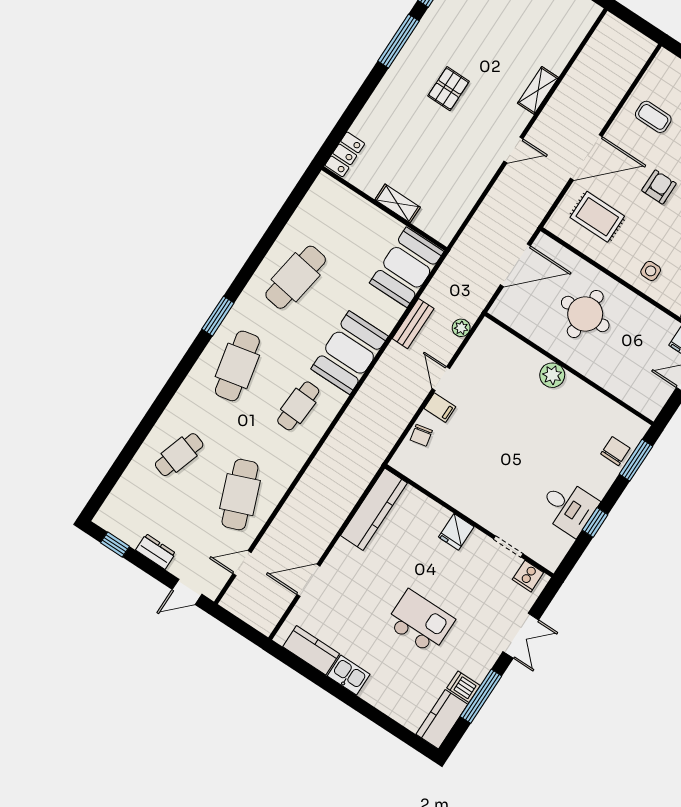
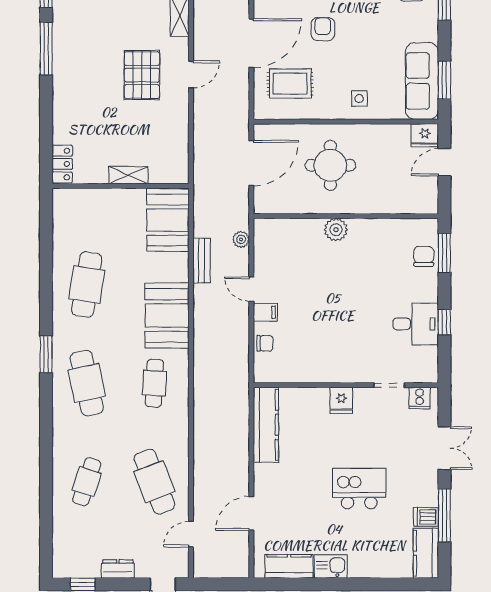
pallet: (448, 89) -> (142, 75), moved, width x1.50, depth x1.42
chair: (421, 435) -> (265, 343), turned -78

